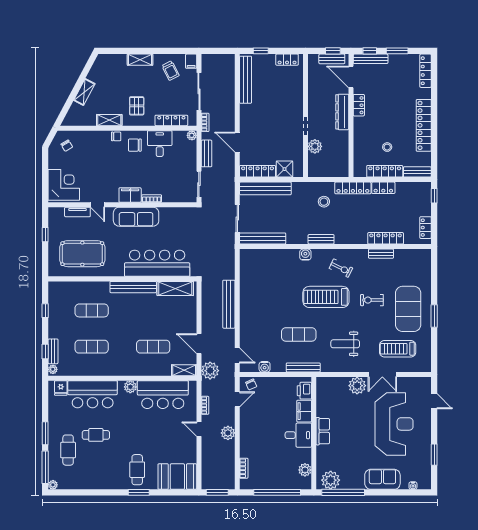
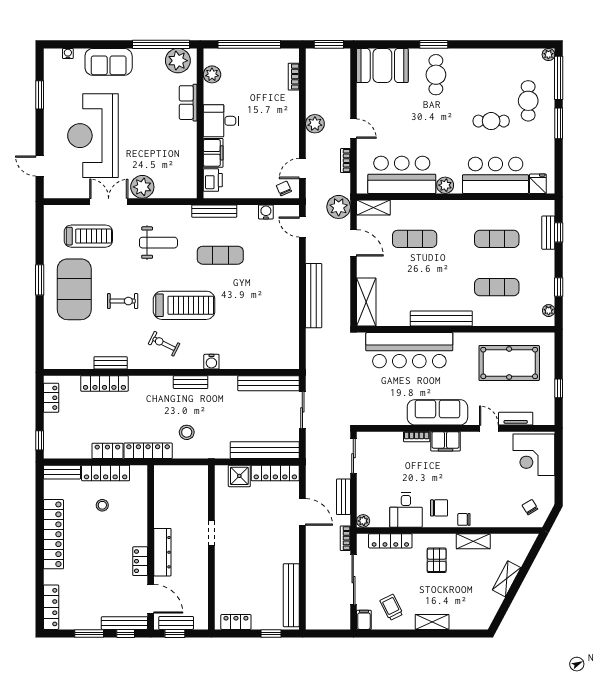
plant: (315, 146) -> (199, 506), removed
shelving: (175, 289) -> (366, 302), moved, turned 90
plant: (53, 369) -> (549, 311), moved
row of seats: (323, 431) -> (188, 103), moved

